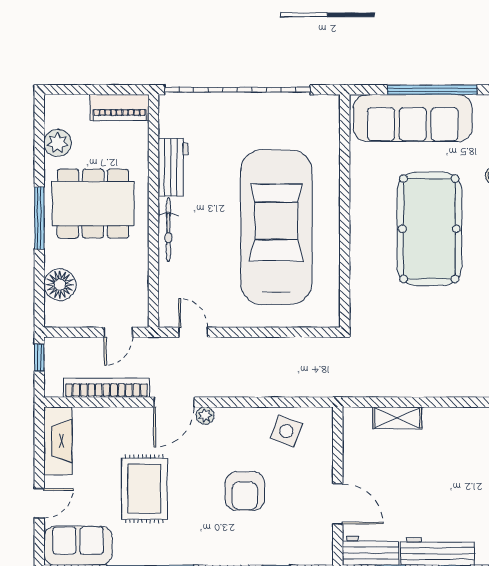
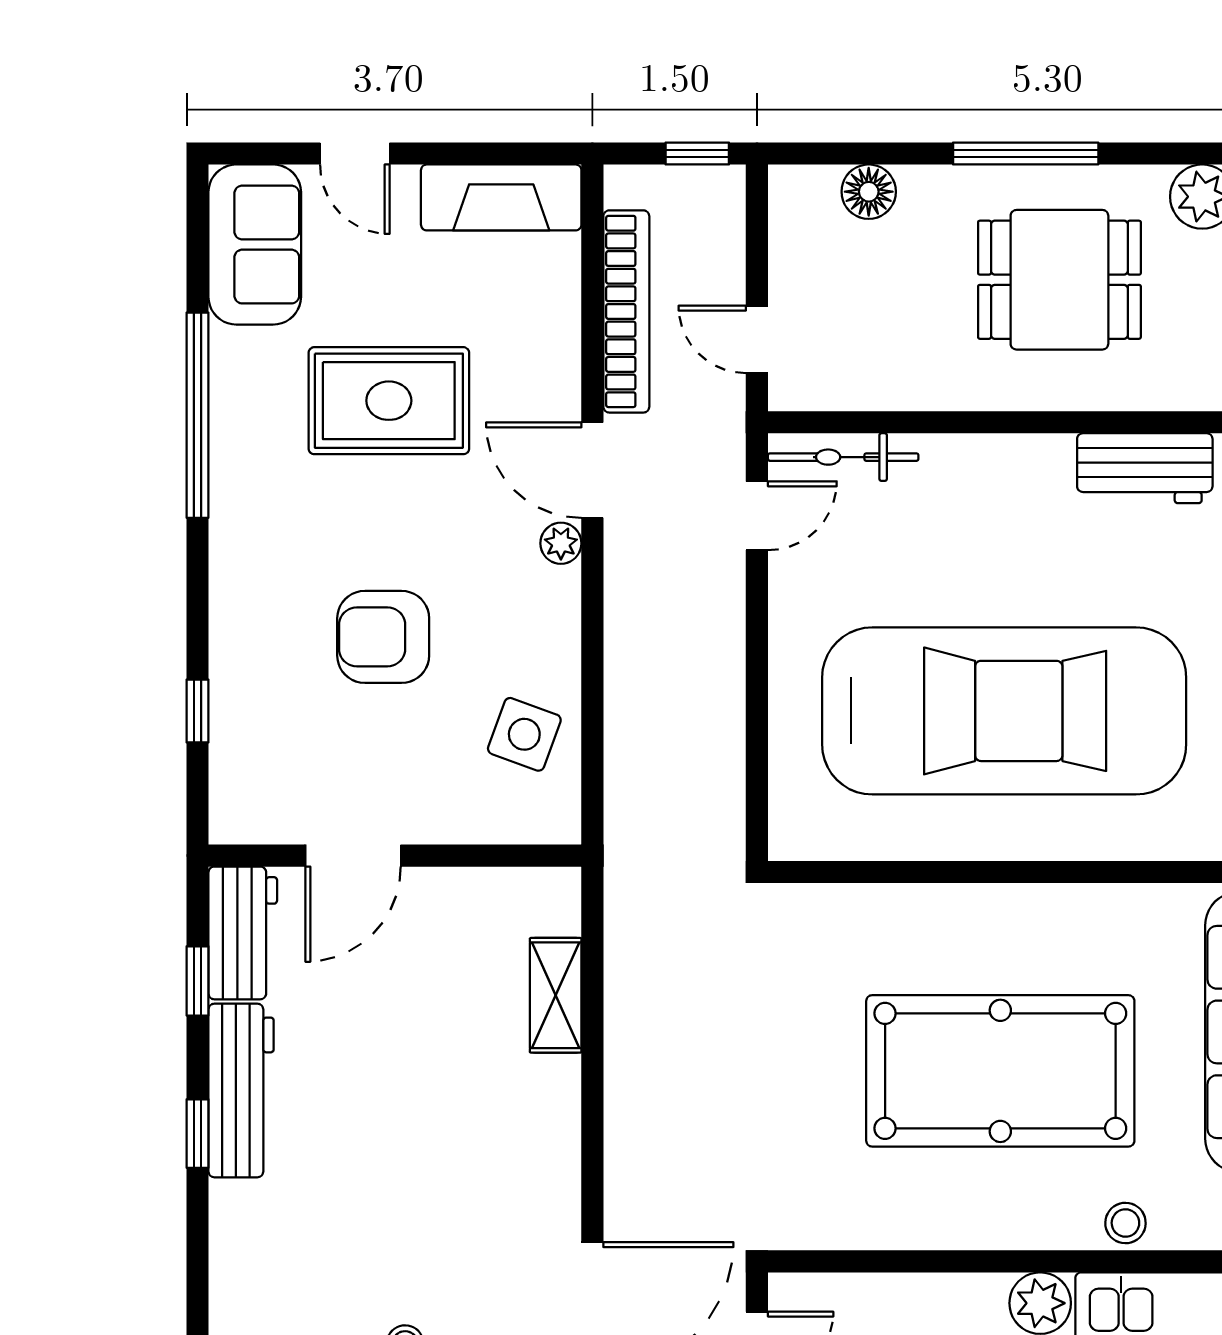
dining table: (93, 204) -> (1059, 280), width x0.73
bicycle: (168, 230) -> (843, 457), moved
floor lamp: (60, 285) -> (869, 192), width x0.73, depth x0.73

